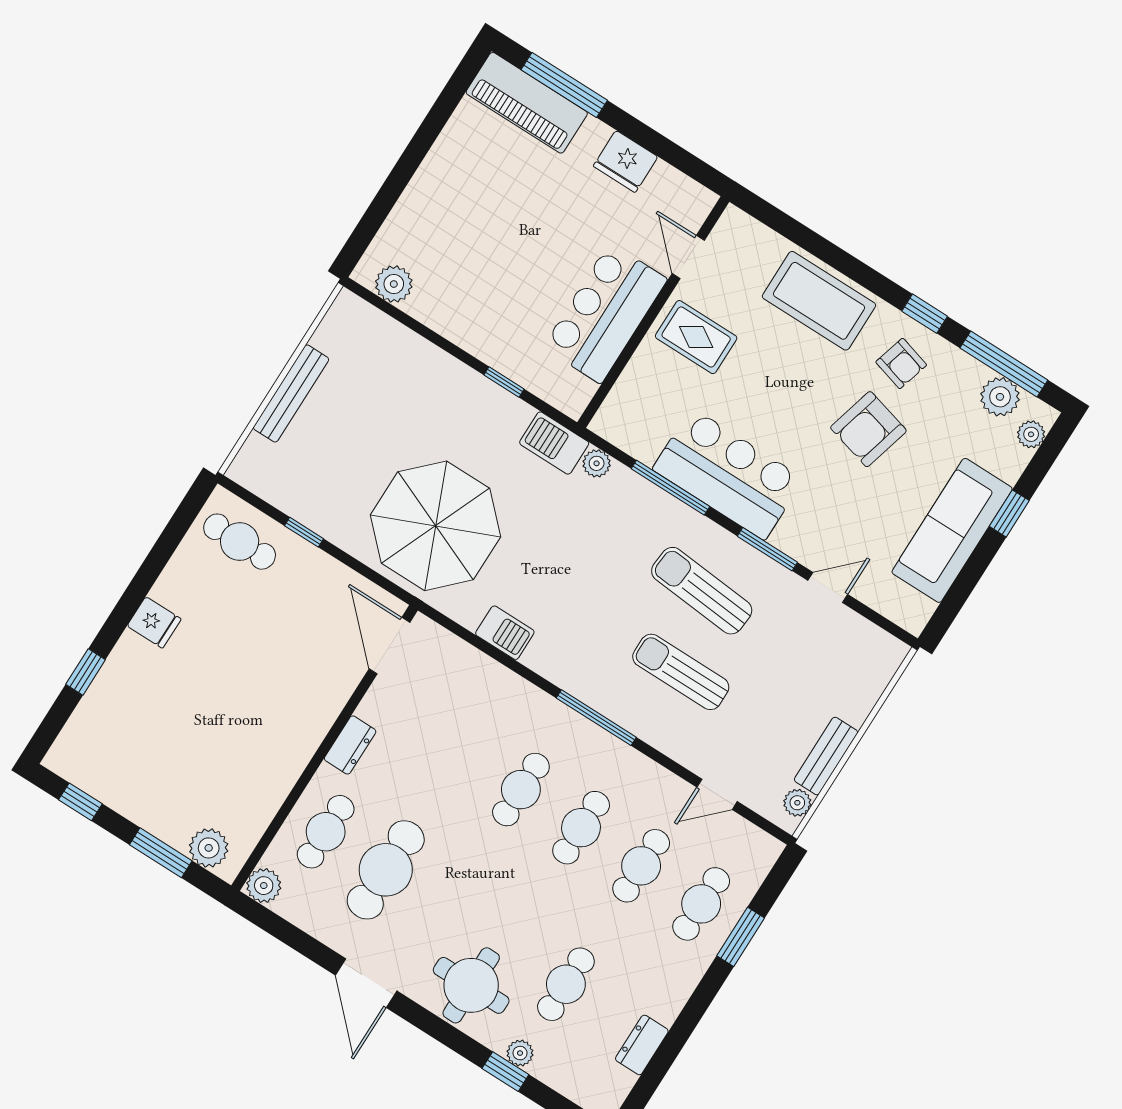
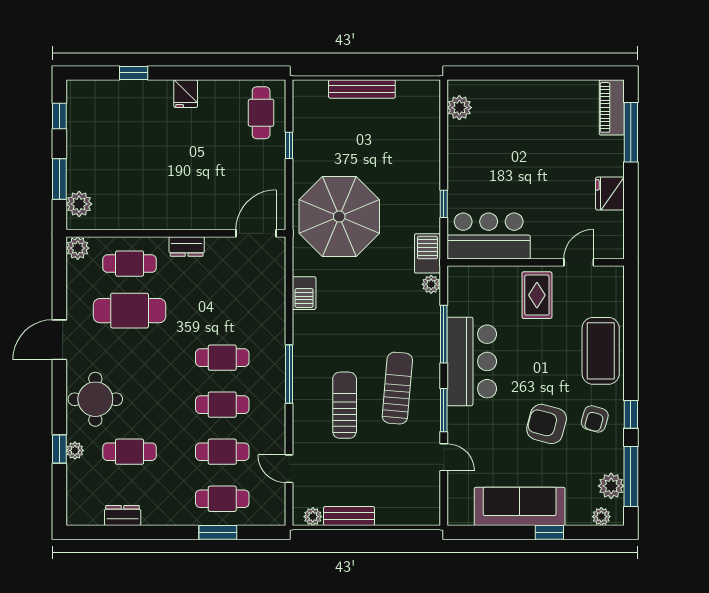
piano: (527, 103) -> (612, 107), width x0.73, depth x0.75
bar counter: (605, 313) -> (489, 236), moved

